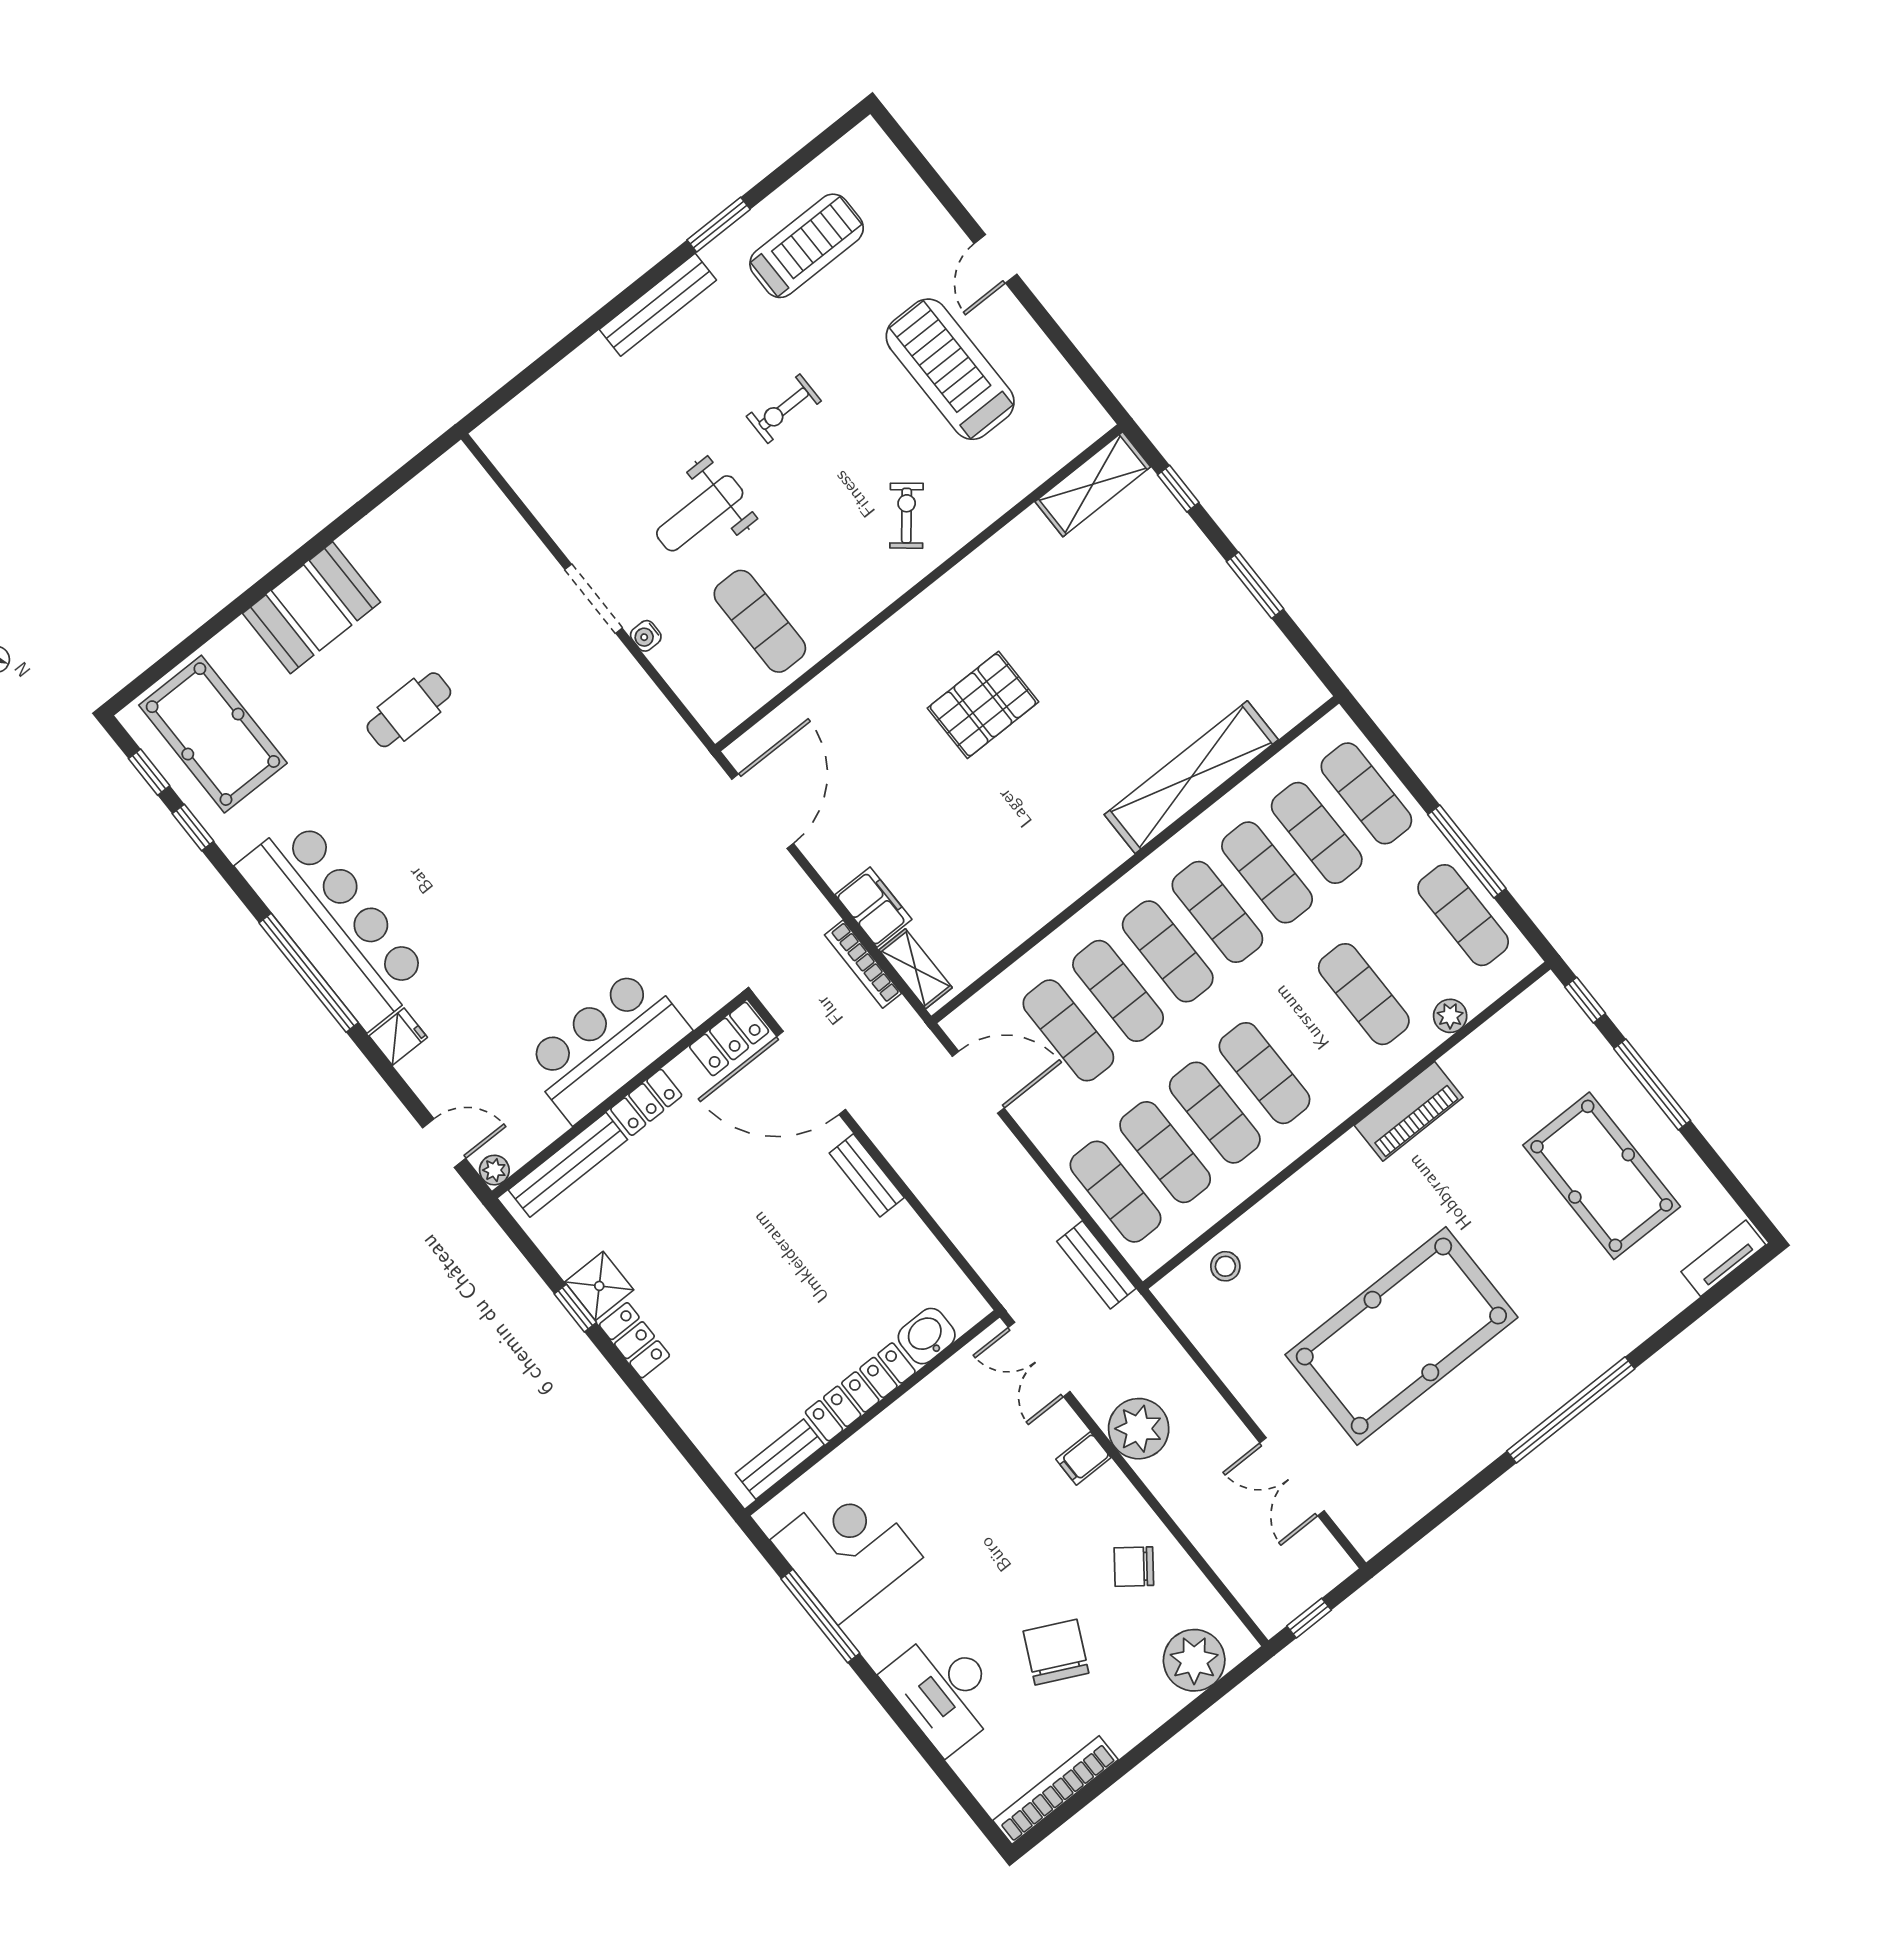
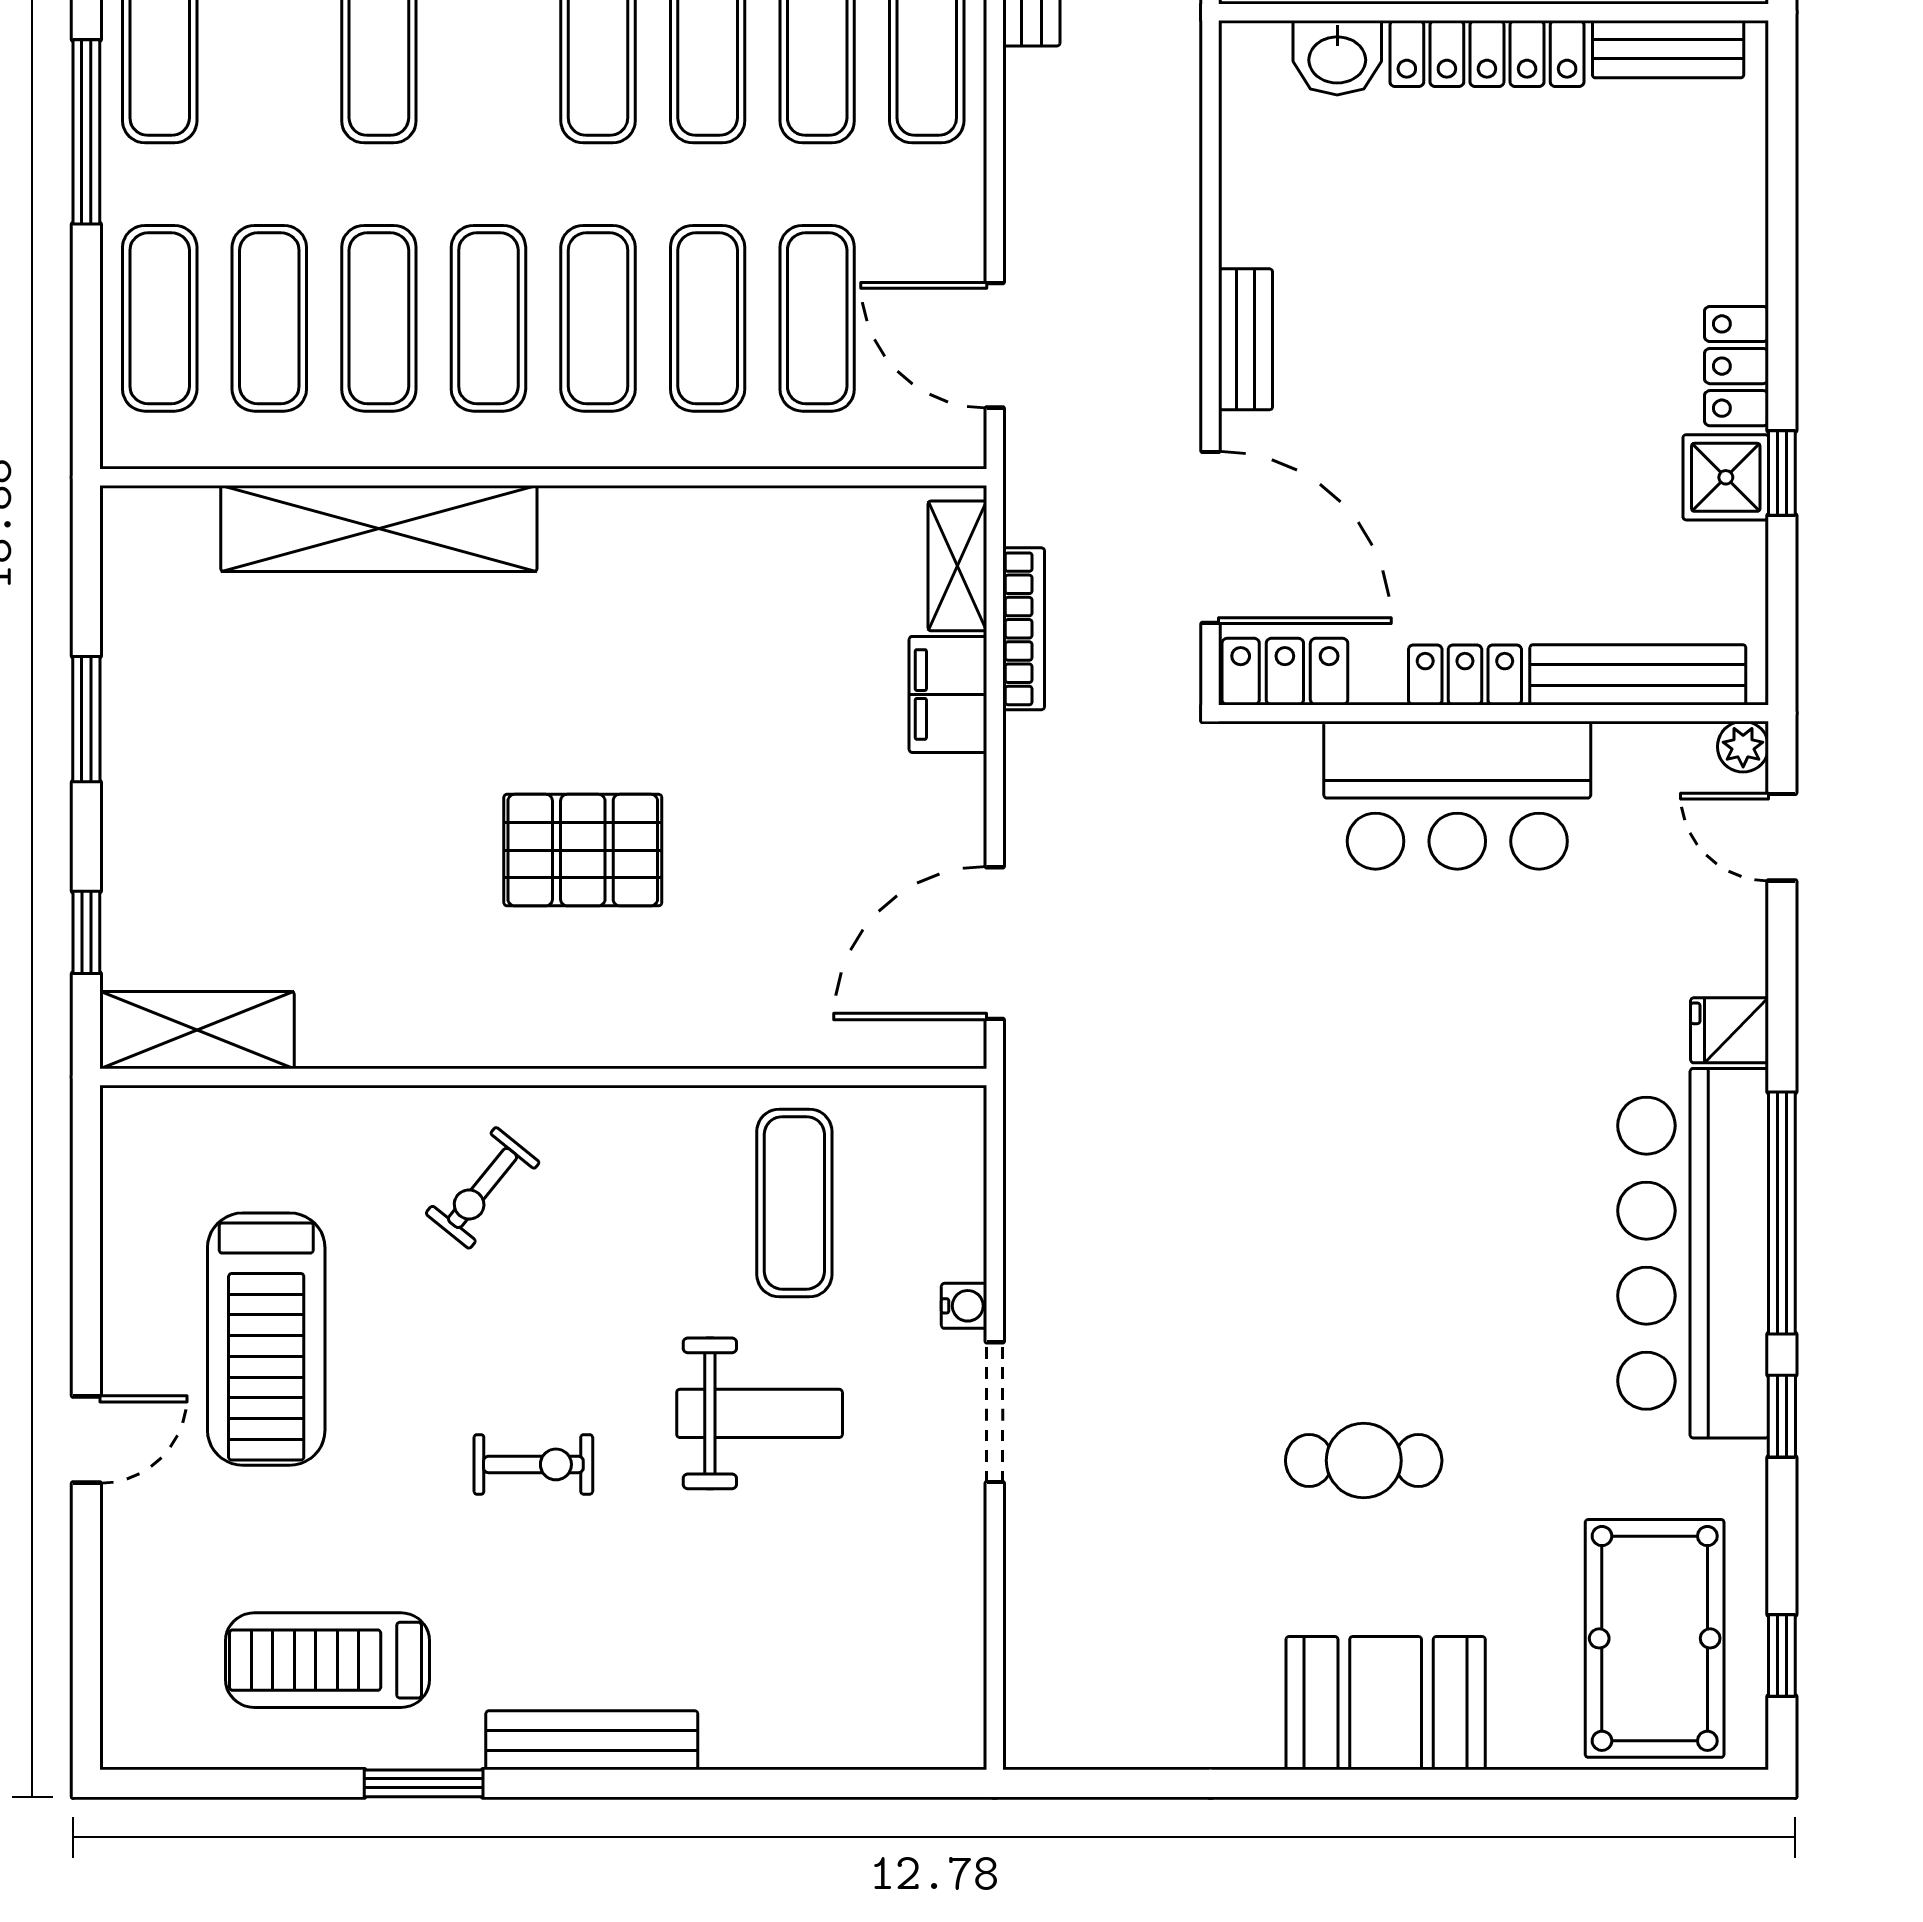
window: (193, 827) -> (1782, 1416), moved

